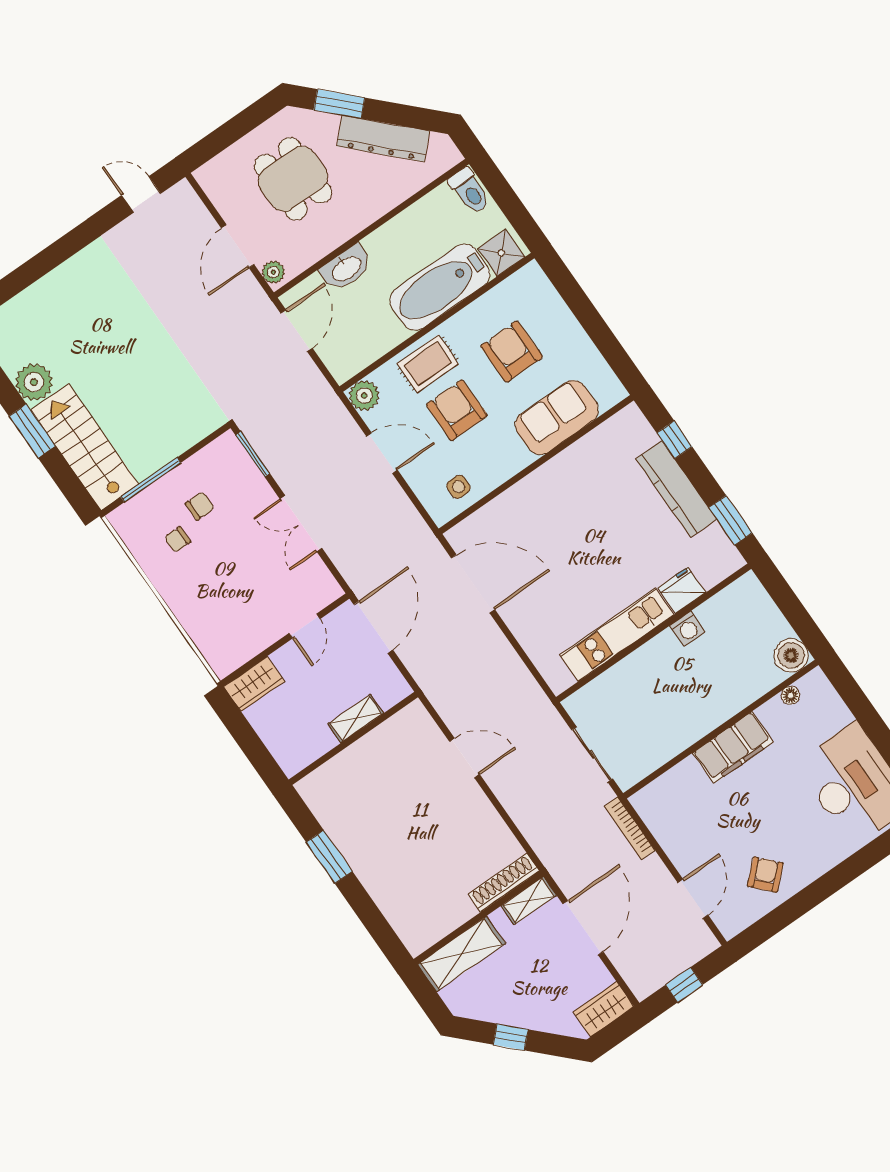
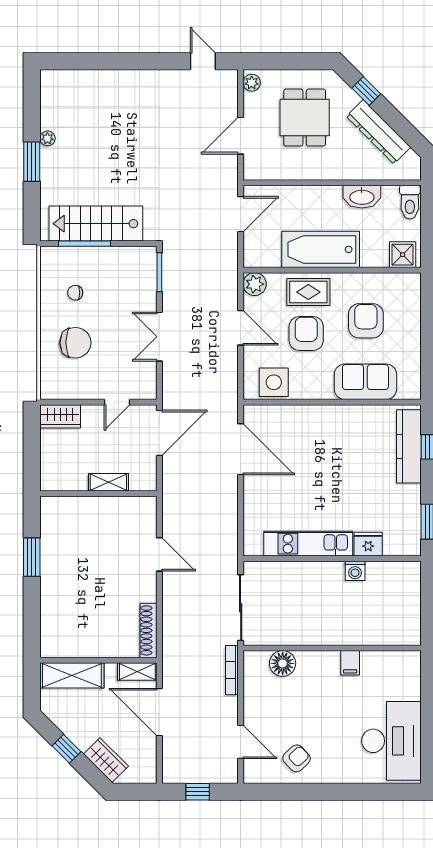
window: (339, 104) -> (366, 91), width x0.67
washbasin: (346, 268) -> (362, 197), moved
plant: (273, 272) -> (252, 83), moved
bathtub: (440, 287) -> (321, 249), moved
plant: (34, 382) -> (47, 138), width x0.53, depth x0.53
stairs: (85, 447) -> (96, 224), moved, turned -90
side table: (459, 487) -> (274, 382), width x1.87, depth x1.87
kitchen counter: (676, 489) -> (409, 446), moved
chair: (200, 506) -> (75, 343), moved, width x1.87, depth x1.87
boiler: (791, 655) -> (408, 633), removed
floor lamp: (790, 695) -> (283, 663), moved, width x1.89, depth x1.89
filing cabinet: (733, 747) -> (350, 663), width x0.33, depth x0.86
sliding door: (592, 754) -> (241, 608), width x1.37
shoe rack: (504, 883) -> (148, 630), moved, turned -90
door: (693, 899) -> (241, 742), hinge flipped
door: (583, 928) -> (159, 712), swing flipped
wardrobe: (604, 1009) -> (106, 760), moved, turned 45

